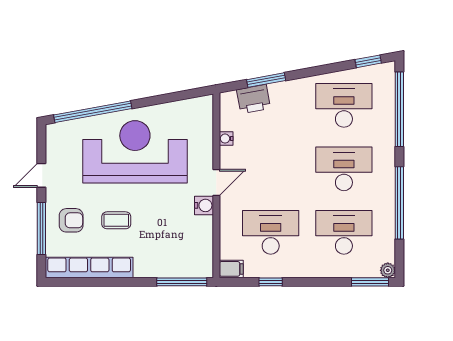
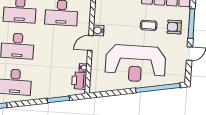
printer: (253, 99) -> (79, 81), moved, turned -80

